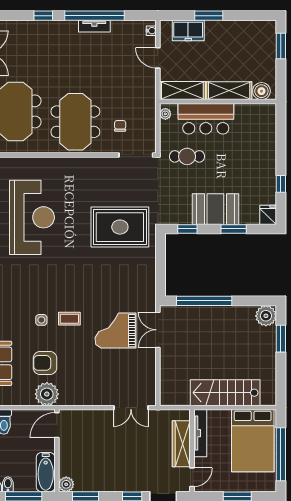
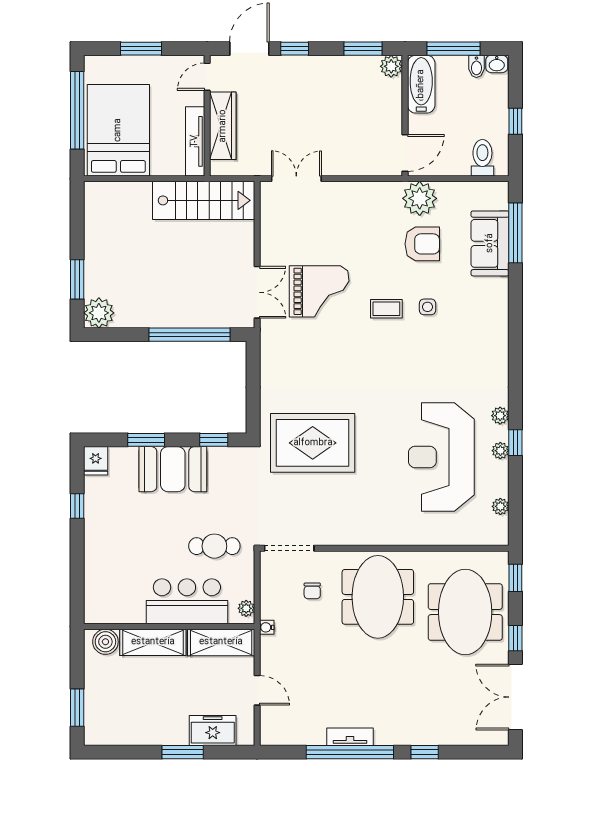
water cooler: (151, 31) -> (267, 627), moved
stairs: (225, 393) -> (204, 200), moved

